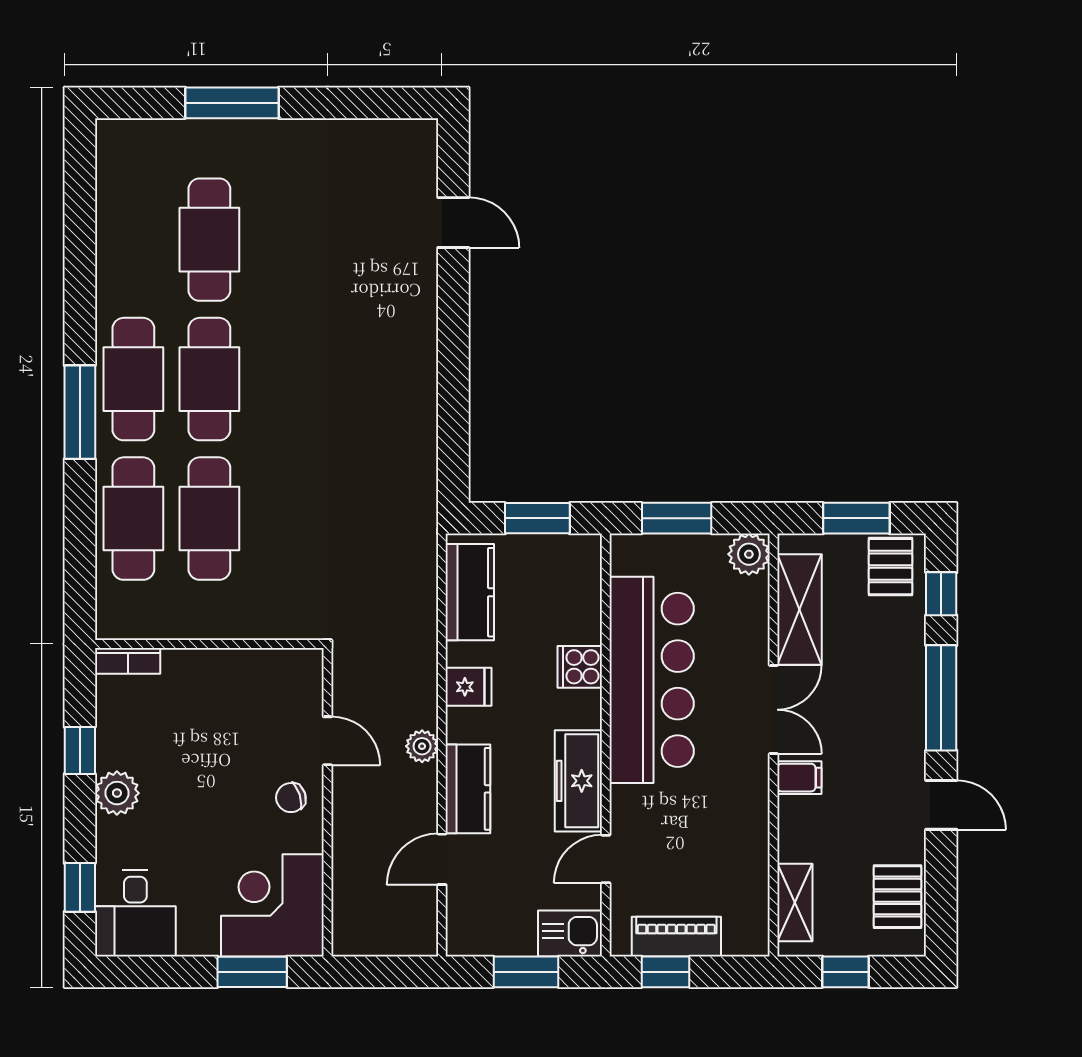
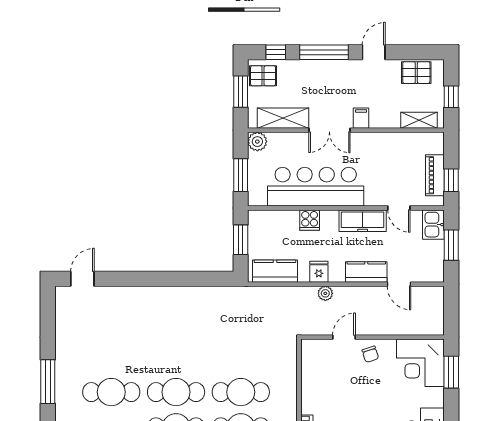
door: (453, 223) -> (82, 279), moved
double door: (773, 710) -> (329, 130), swing flipped
plant: (422, 746) -> (325, 293), moved

